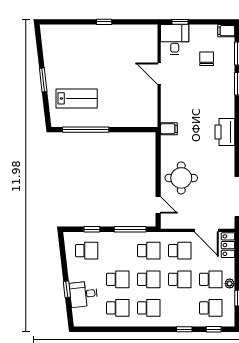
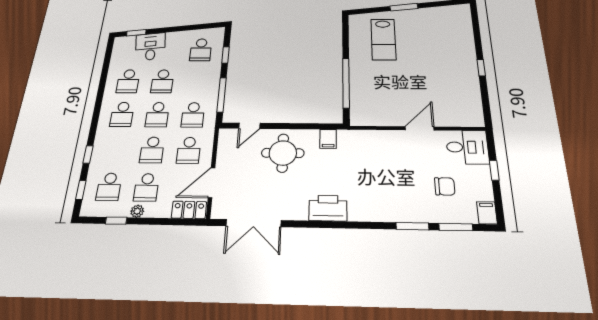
window: (180, 22) -> (494, 170), moved
filing cabinet: (169, 129) -> (328, 139), moved
window: (86, 130) -> (346, 83), moved
printer: (225, 132) -> (328, 208), moved
window: (67, 289) -> (136, 33), moved

